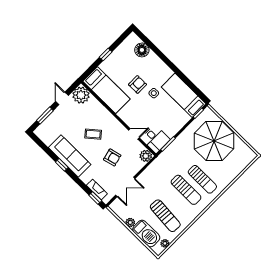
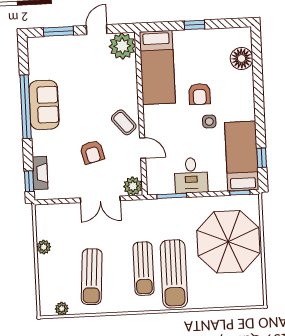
armchair: (138, 84) -> (200, 94), turned 90
window: (194, 88) -> (262, 158), added
coffee table: (93, 134) -> (124, 122), moved
desk: (155, 139) -> (191, 175), moved
sofa: (70, 156) -> (44, 105), width x0.73
window: (62, 165) -> (26, 107), width x3.17
sun lounger: (202, 179) -> (174, 274), width x1.36, depth x1.34
double door: (125, 187) -> (100, 199), moved
barbecue: (146, 234) -> (50, 277), removed

